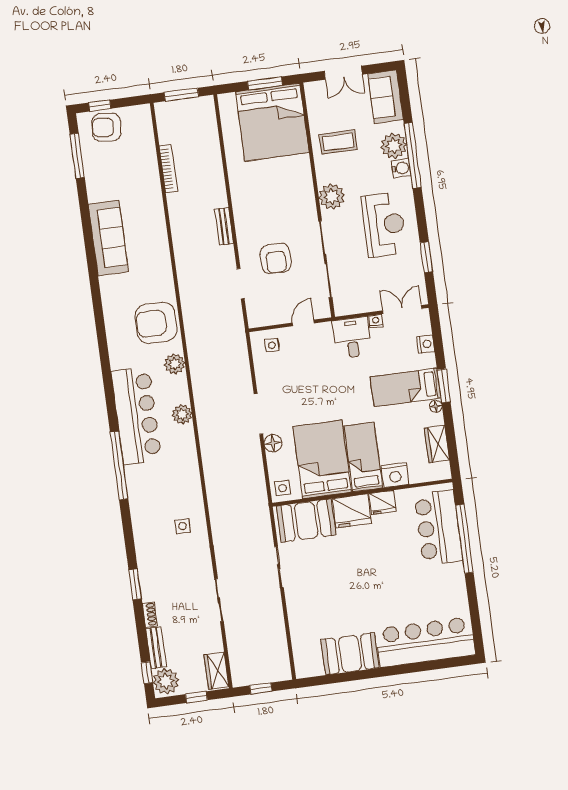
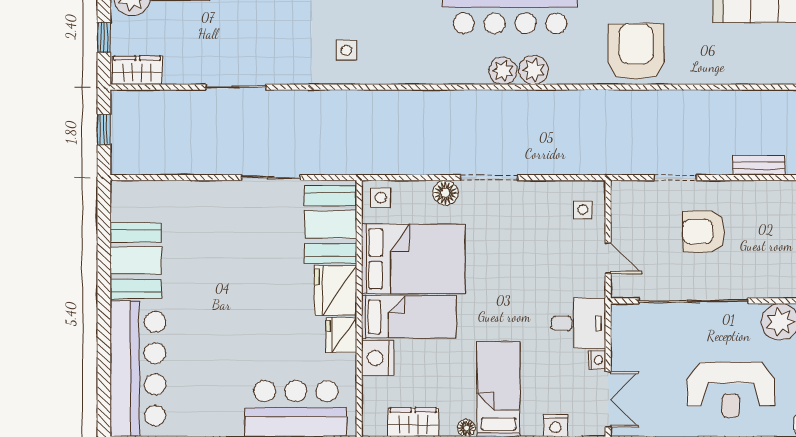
plant: (175, 364) -> (534, 70), moved

